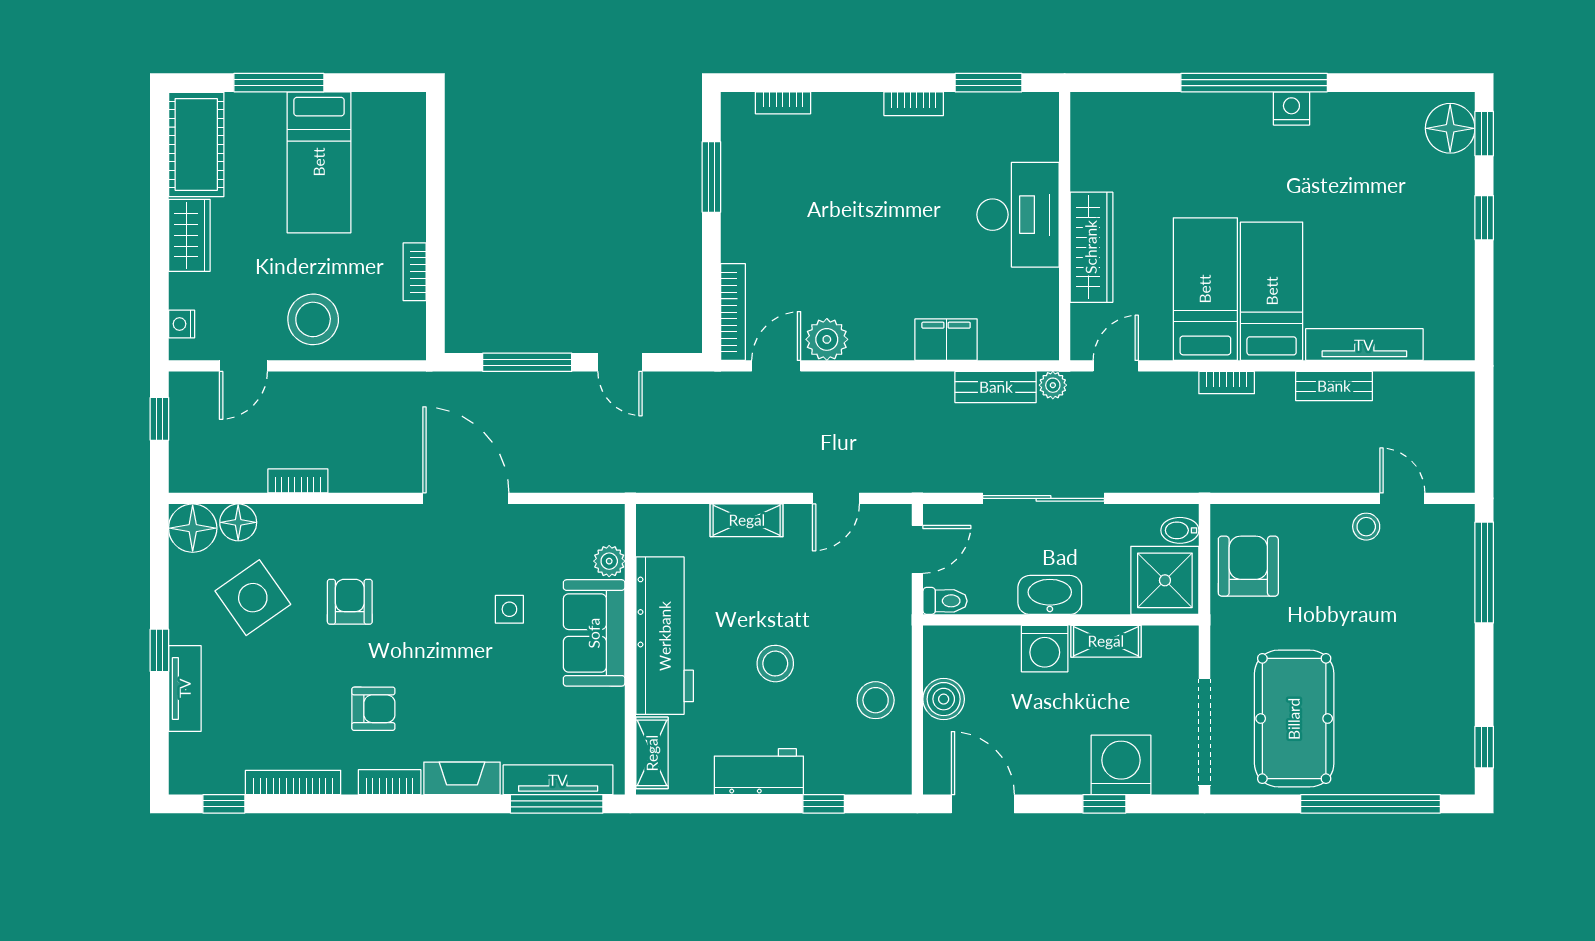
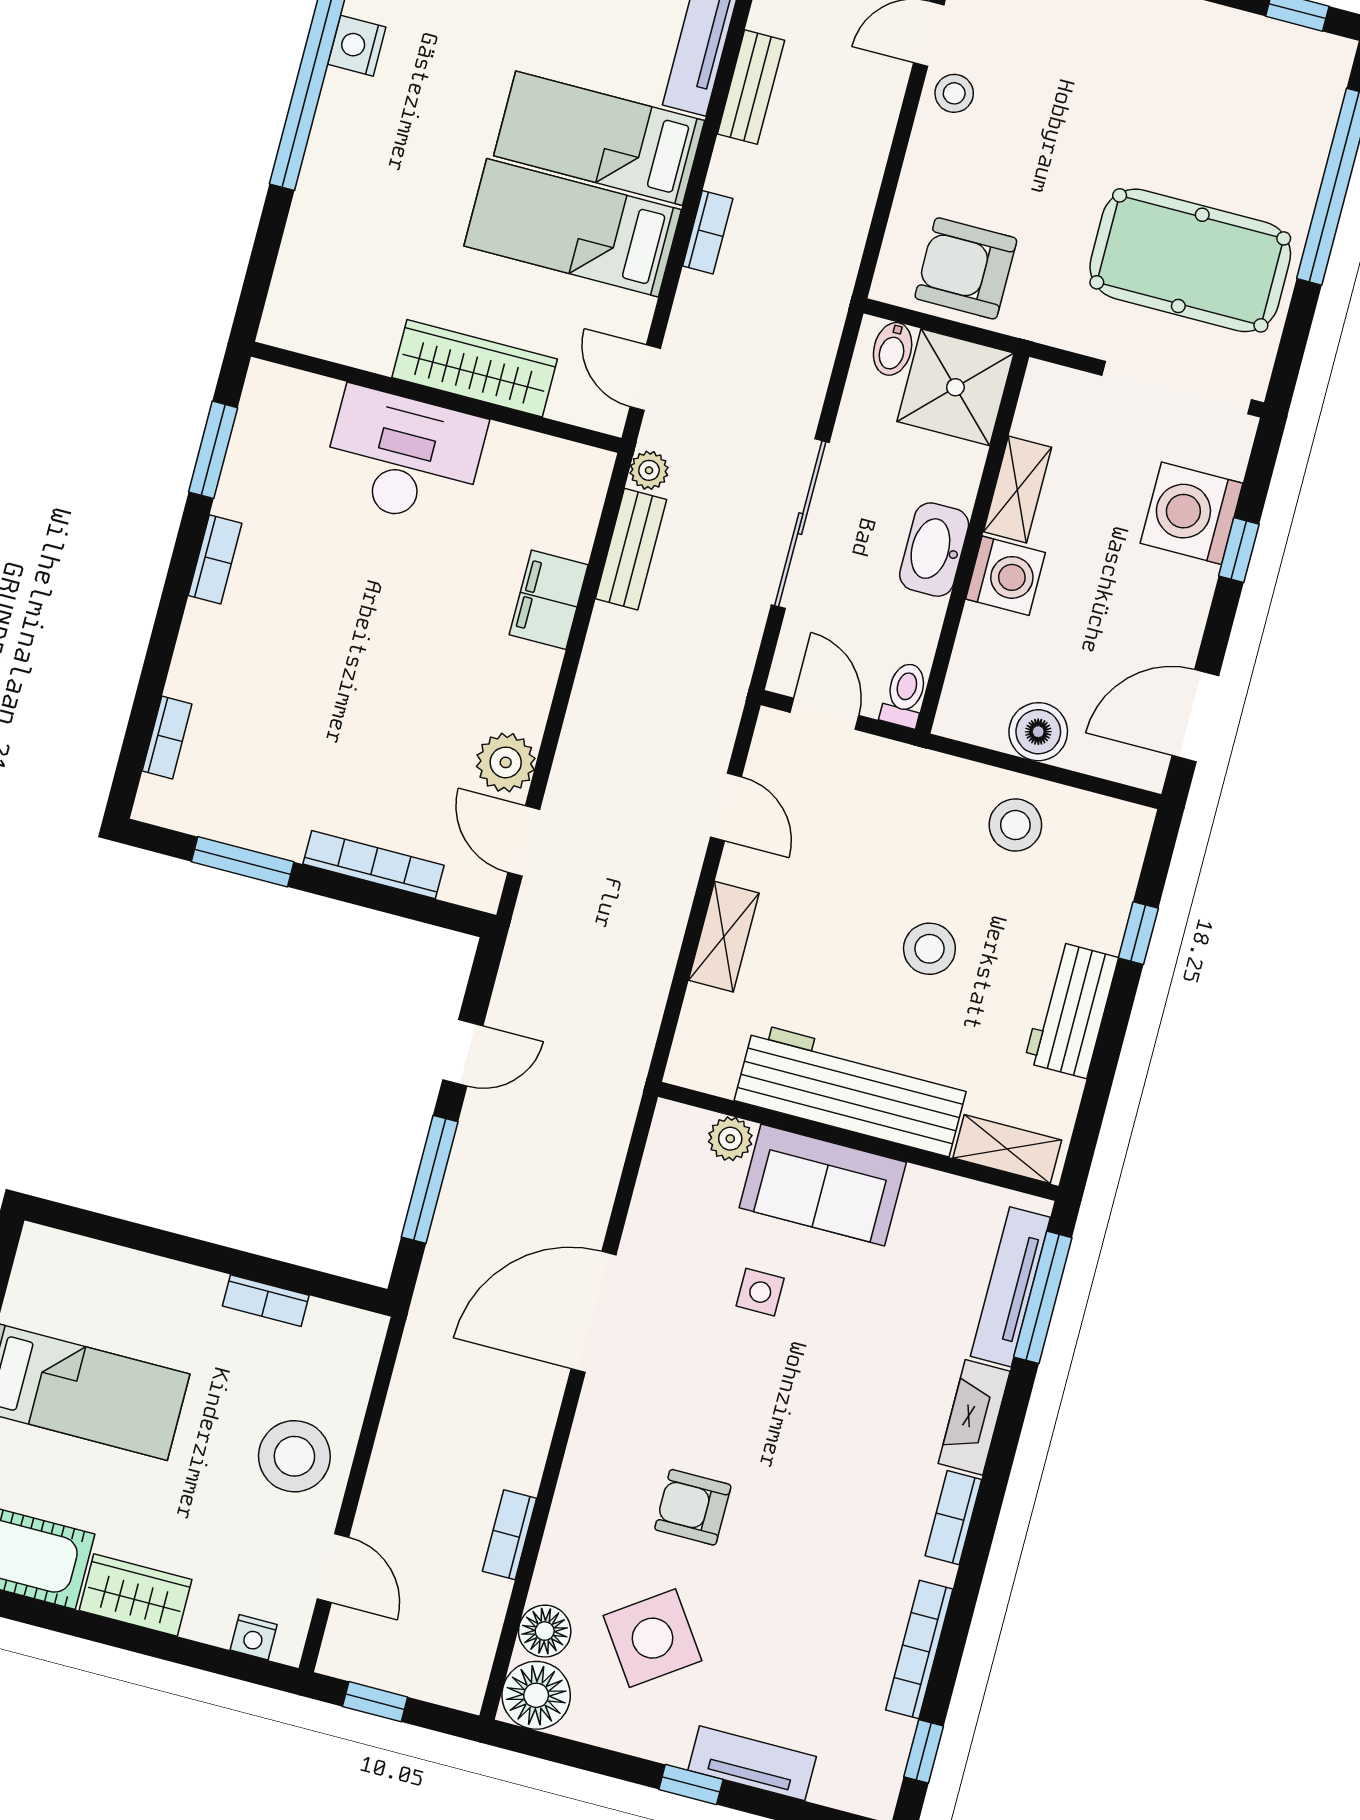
bookcase: (733, 312) -> (374, 865), moved
armchair: (373, 709) -> (847, 1513), removed

